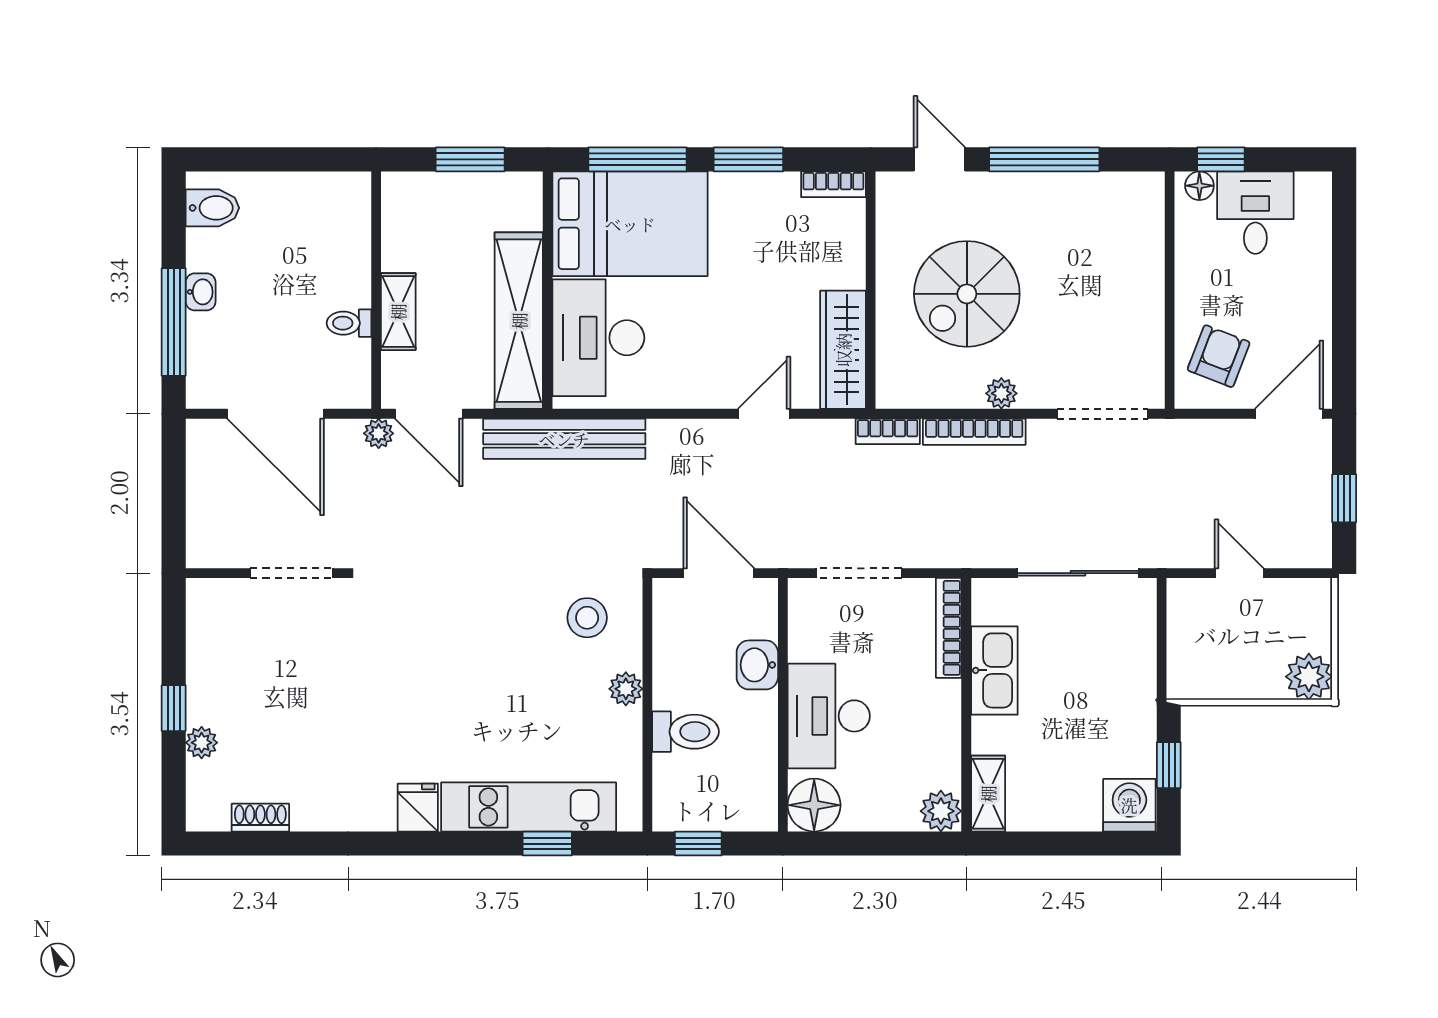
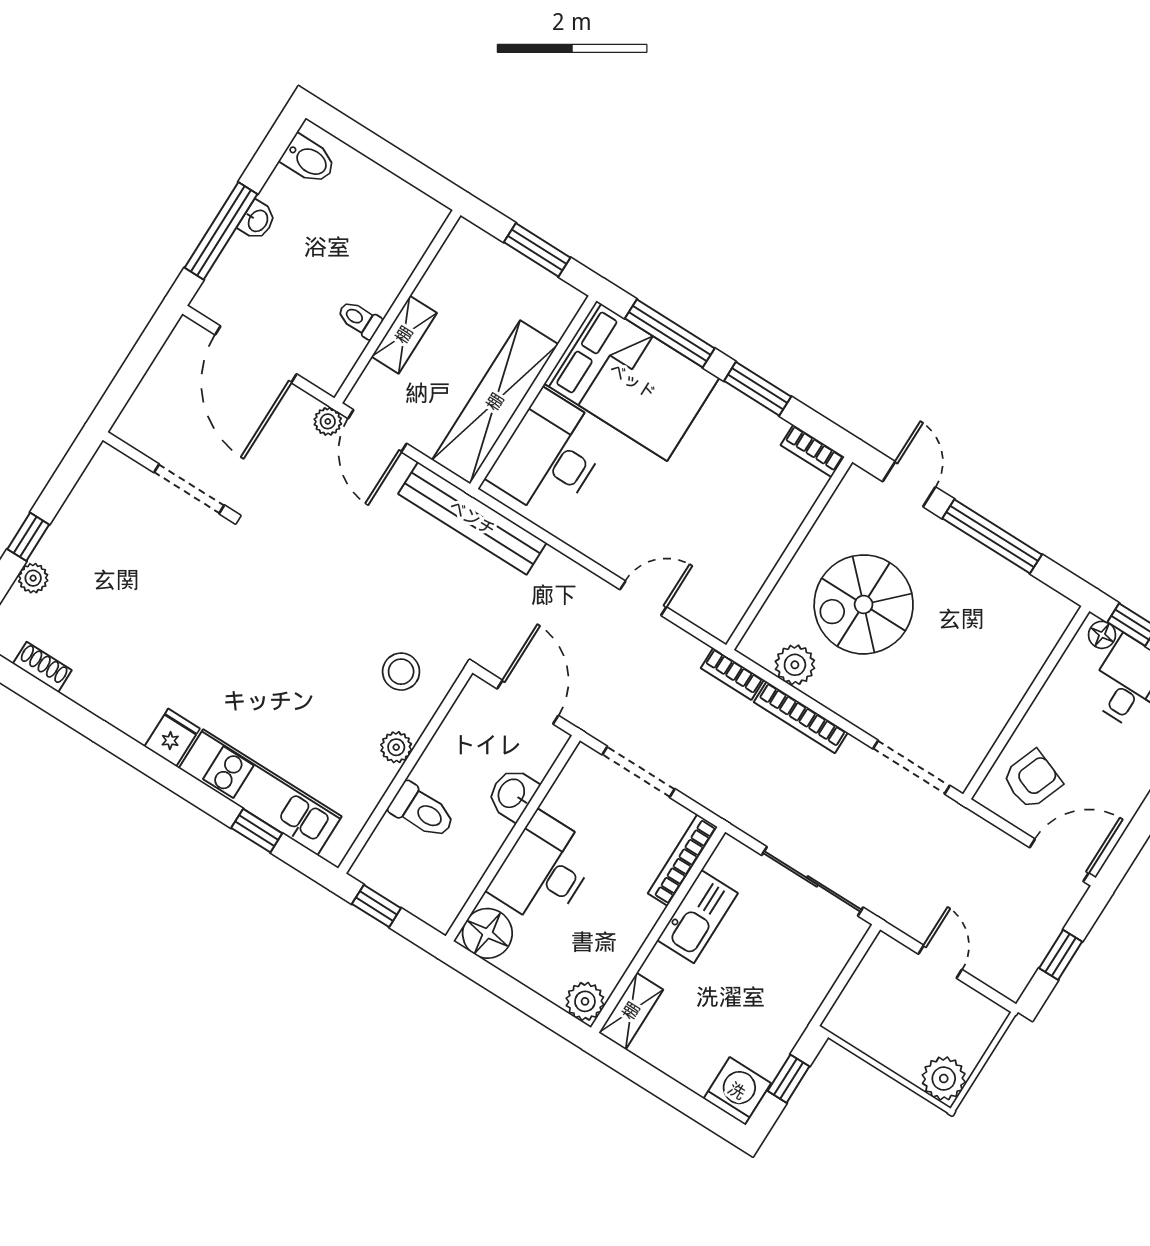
wardrobe: (843, 350) -> (737, 587), removed
plant: (1001, 393) -> (795, 665), moved, width x1.38, depth x1.38

